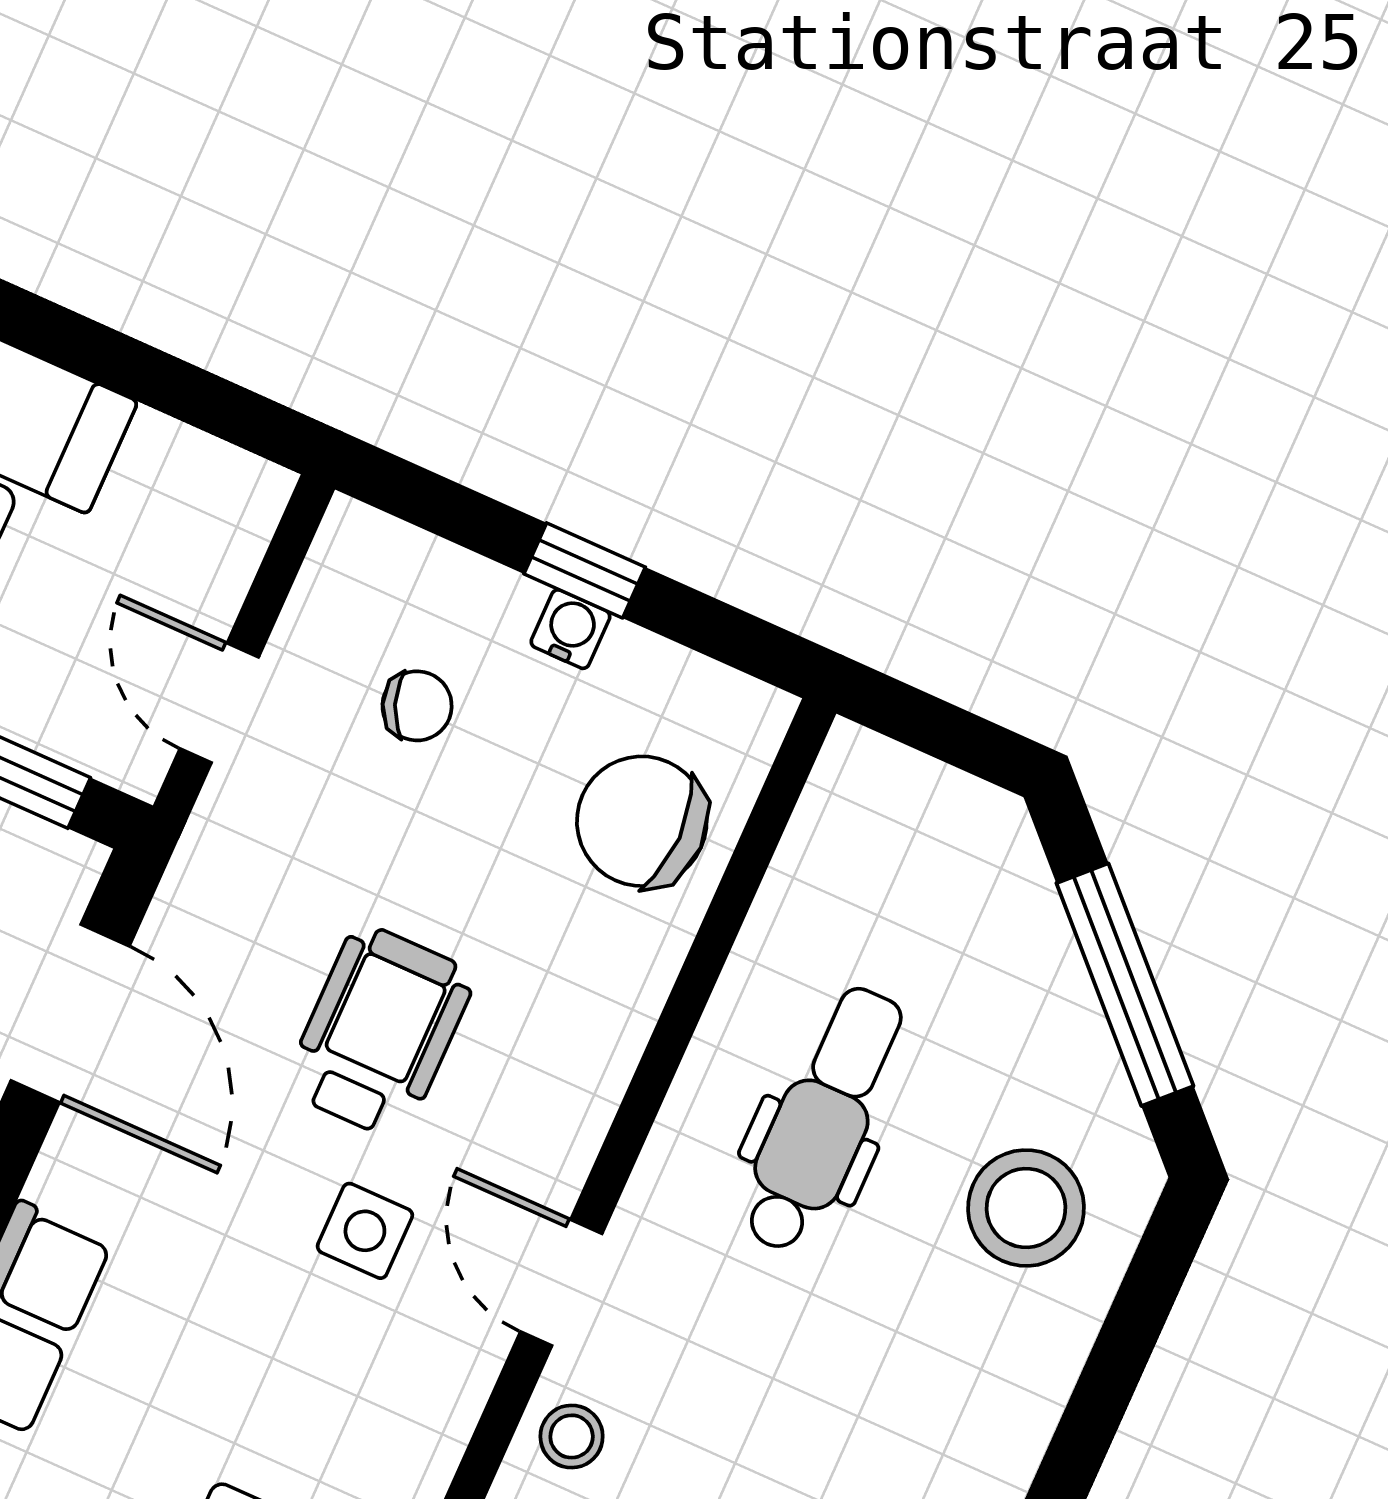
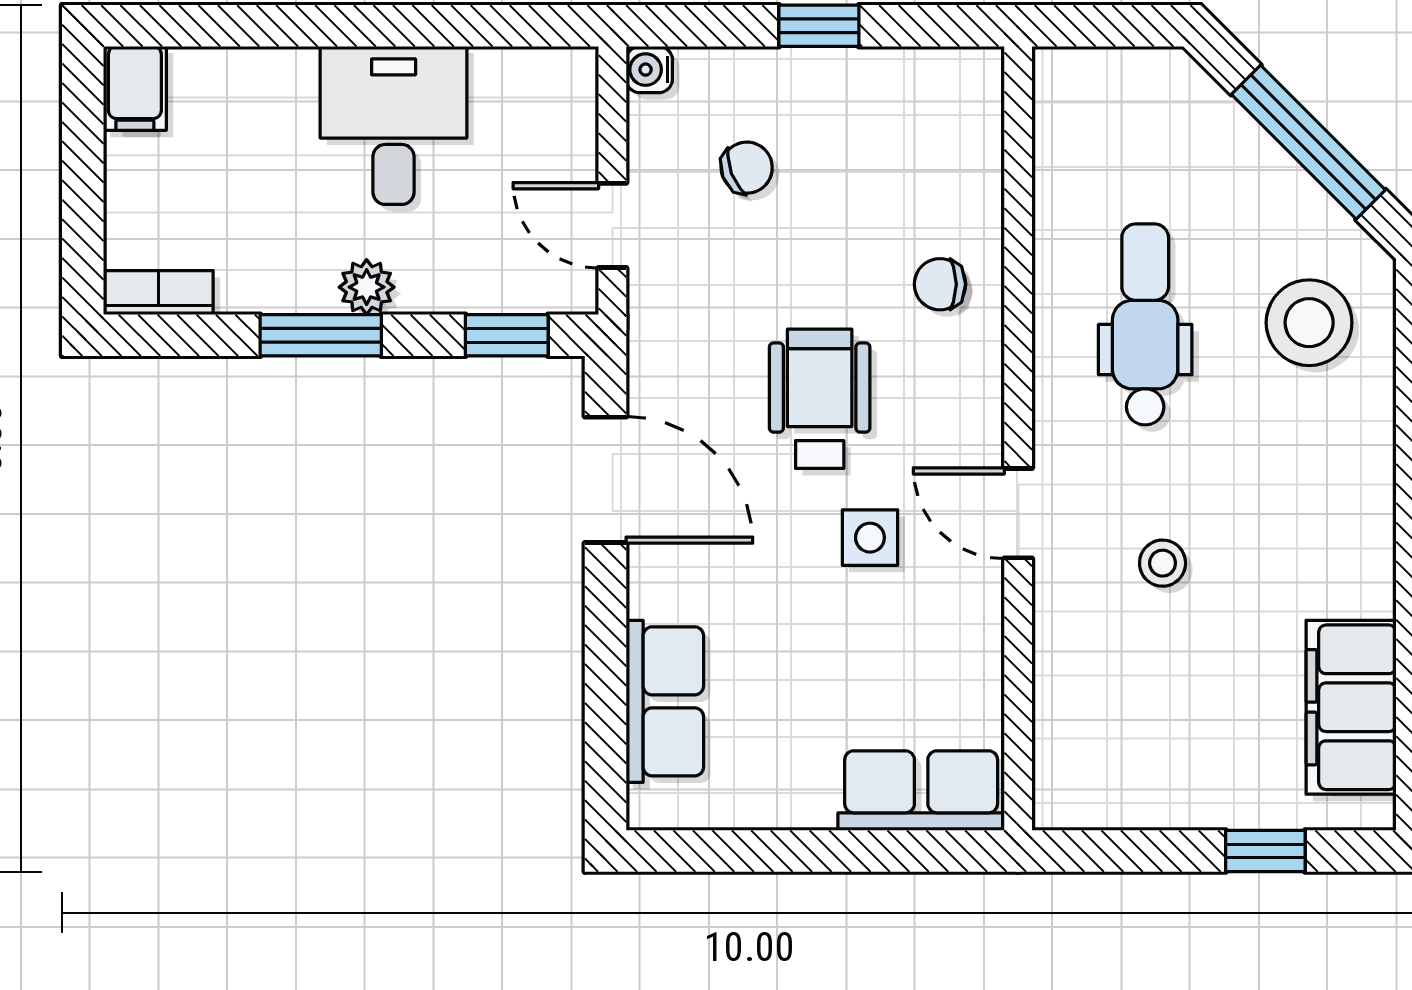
water cooler: (571, 629) -> (649, 70), moved, turned -90
chair: (642, 821) -> (940, 284), moved, width x0.54, depth x0.54
stool: (572, 1436) -> (1163, 563), moved

